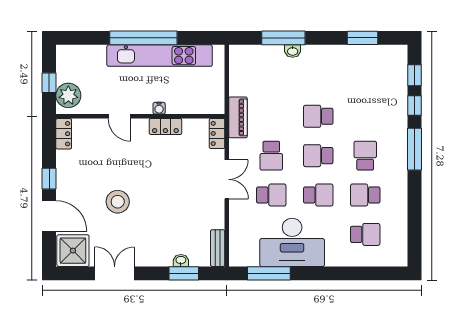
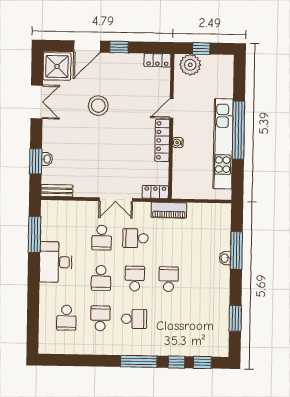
locker: (165, 126) -> (162, 140), width x1.53
desk: (292, 242) -> (56, 262), width x0.73, depth x0.77

